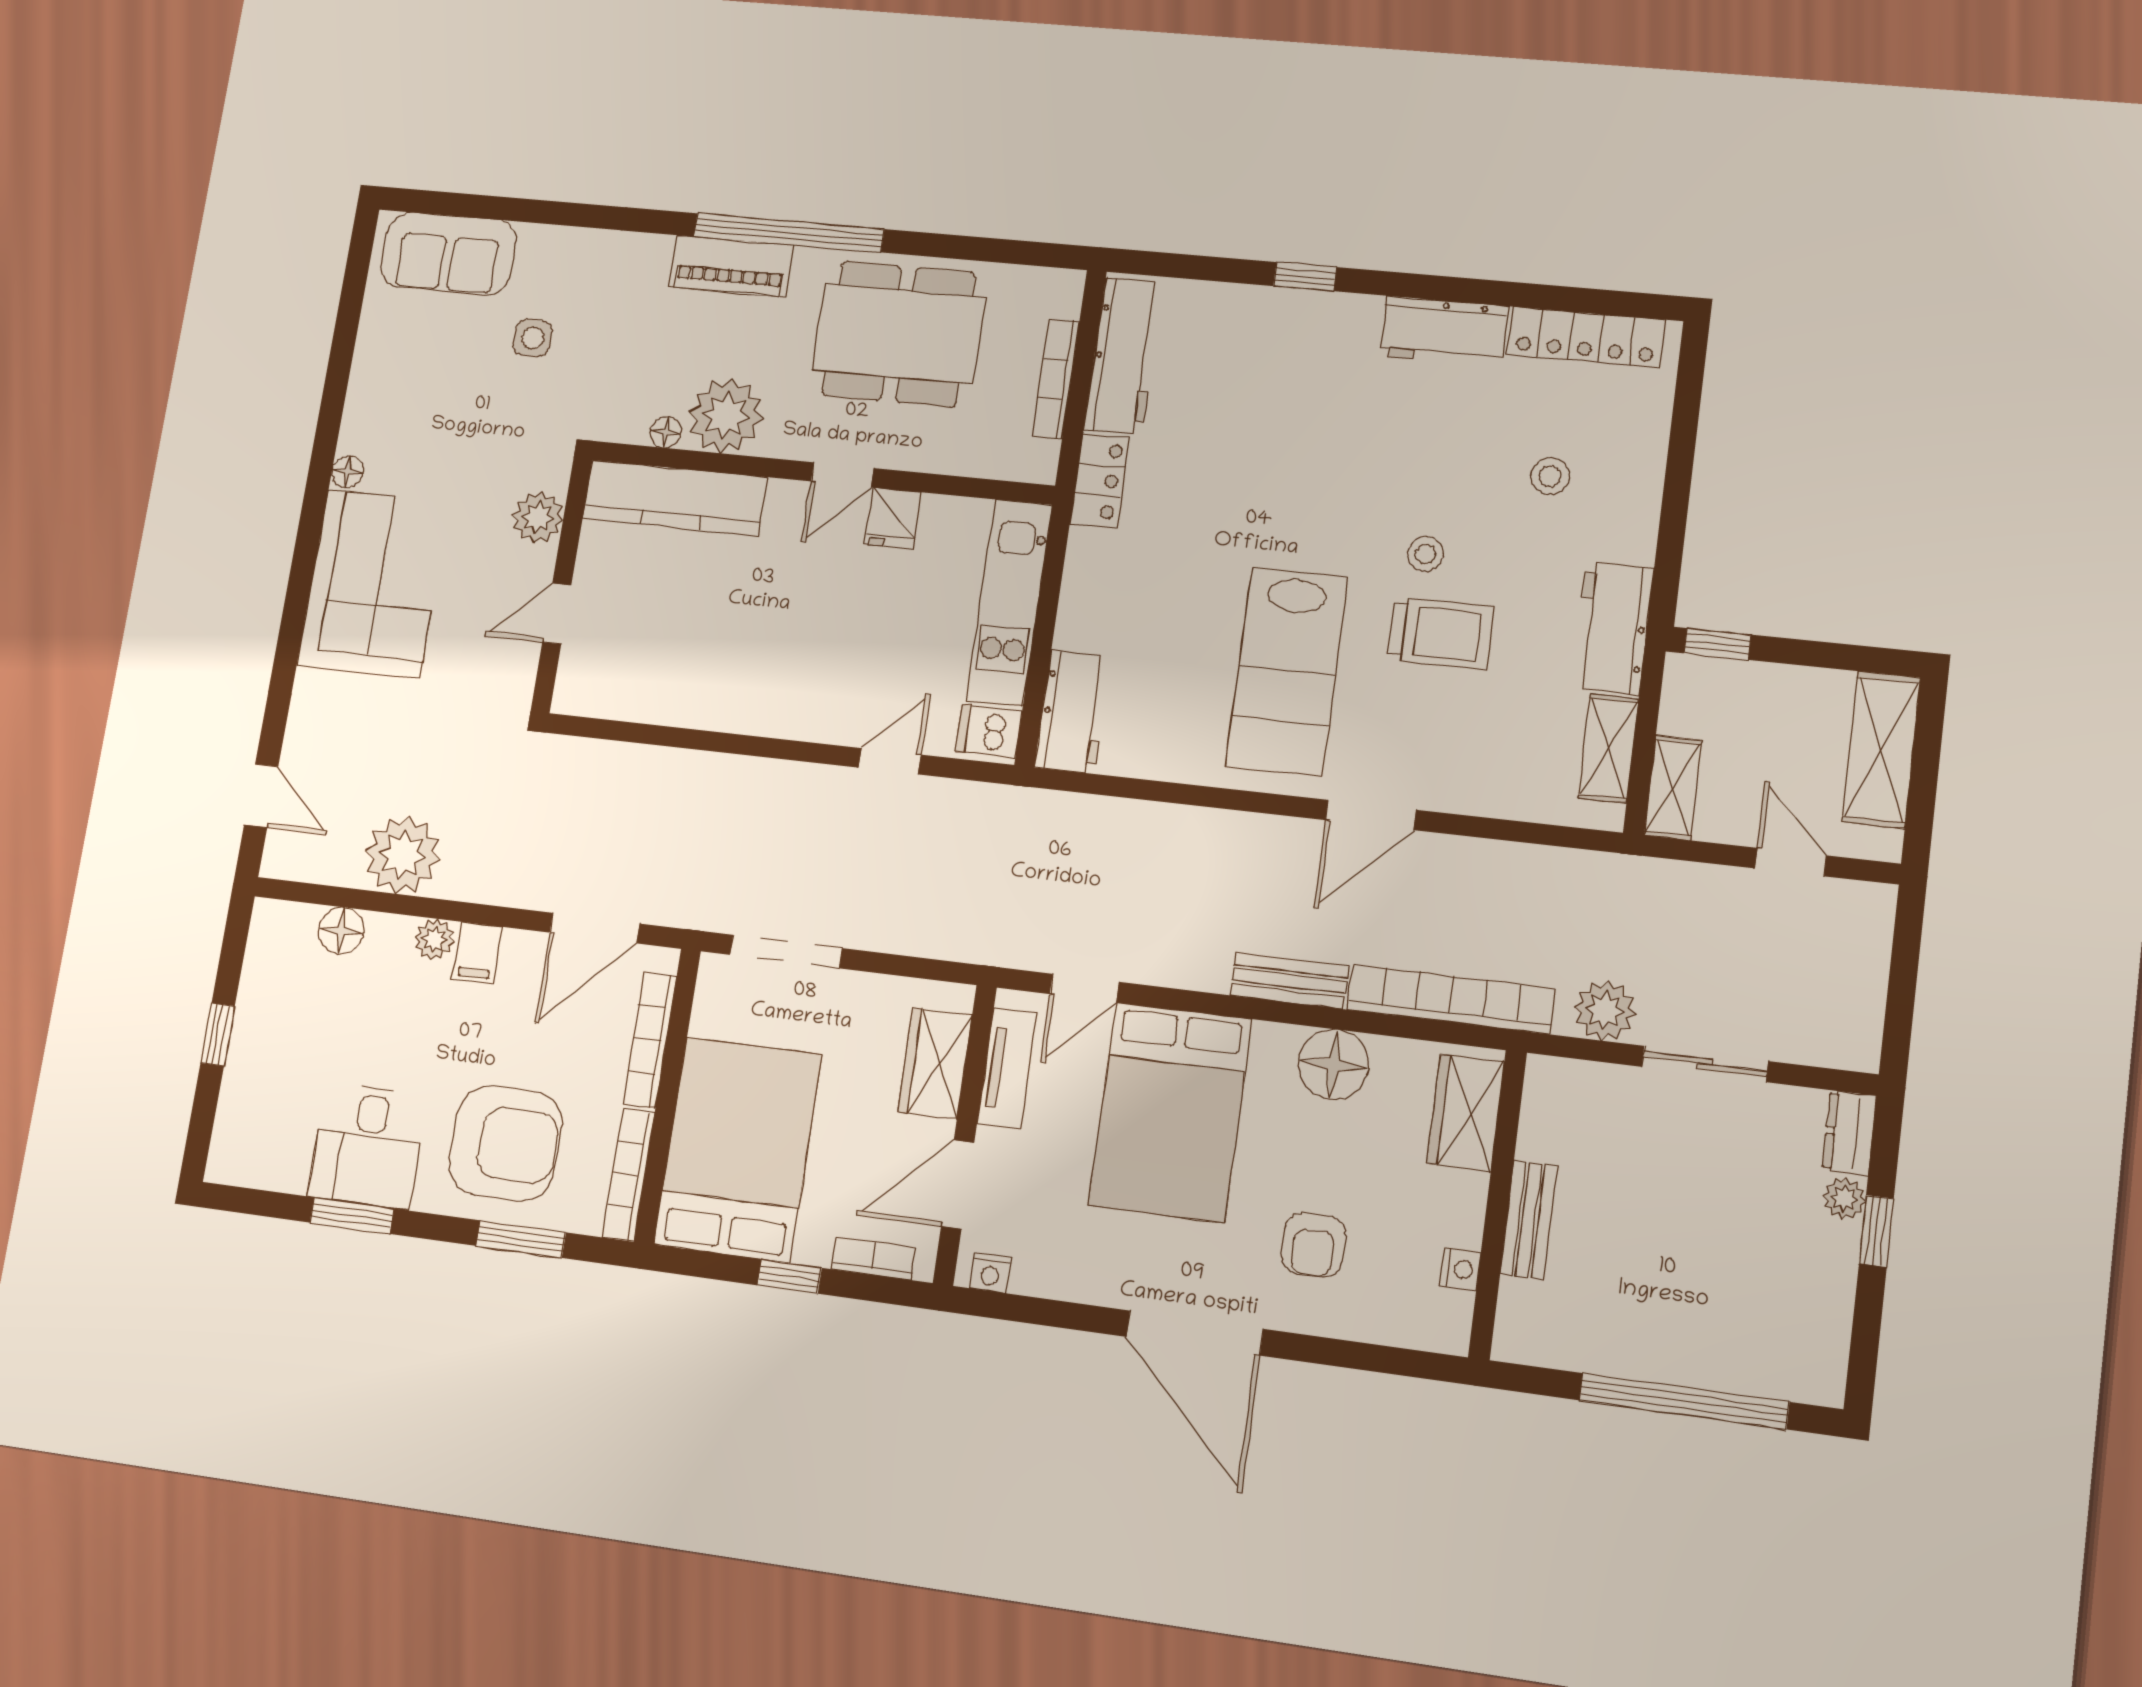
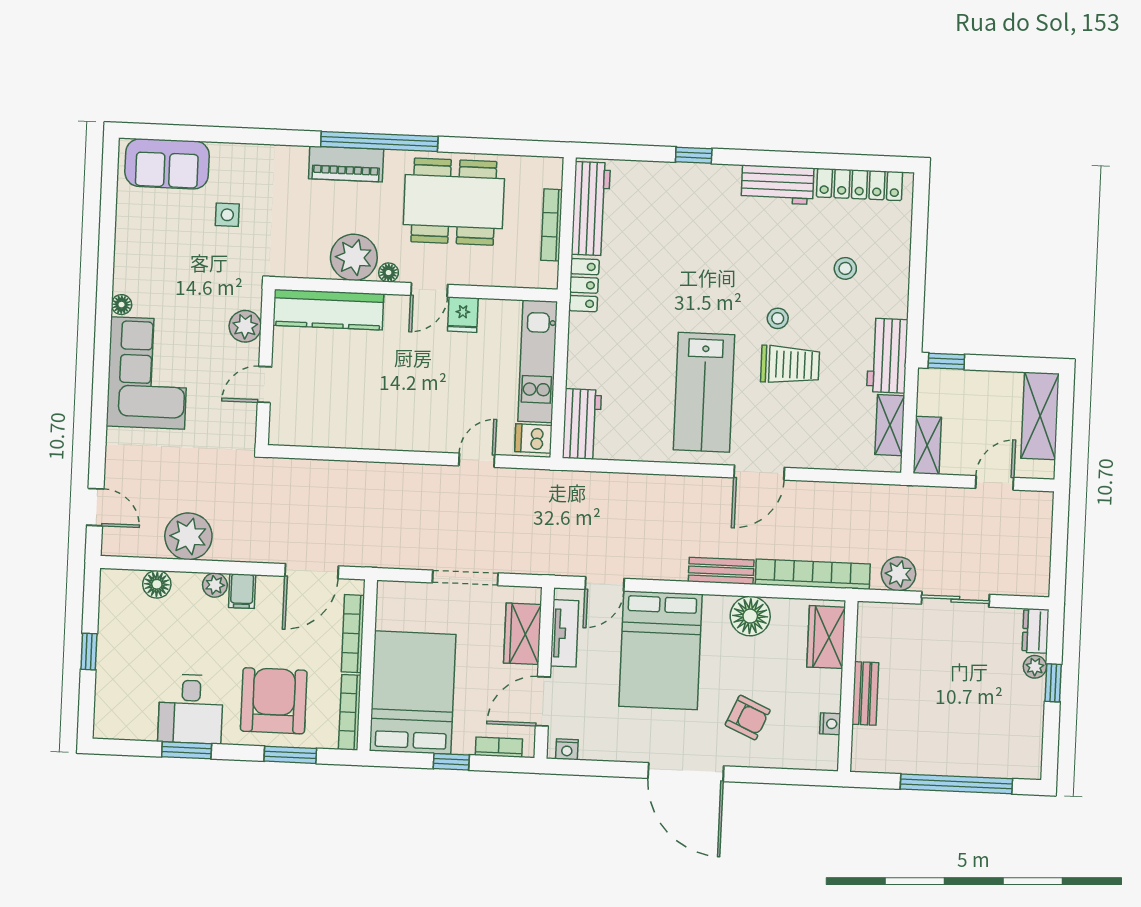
floor lamp: (666, 432) -> (389, 273), moved
door: (1791, 862) -> (995, 483), hinge flipped
doorway: (786, 952) -> (465, 578), moved
armchair: (505, 1143) -> (274, 701), turned -90
armchair: (1313, 1245) -> (748, 718), turned -66

